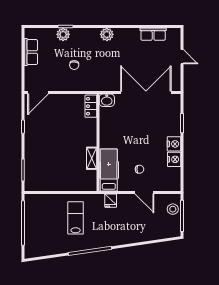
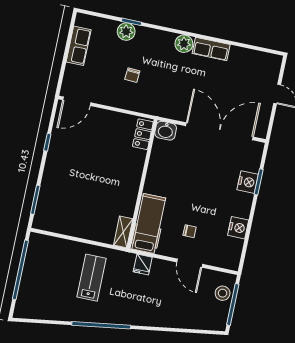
row of seats: (153, 34) -> (211, 49), moved
nightstand: (174, 144) -> (248, 182), moved
shelving: (92, 158) -> (123, 232), moved

